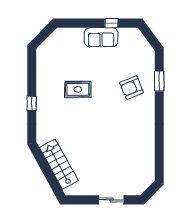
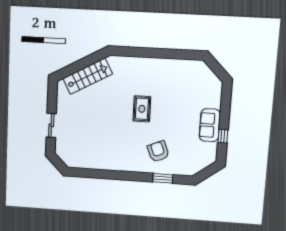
rug: (78, 89) -> (142, 109), moved
window: (32, 103) -> (149, 53), removed

